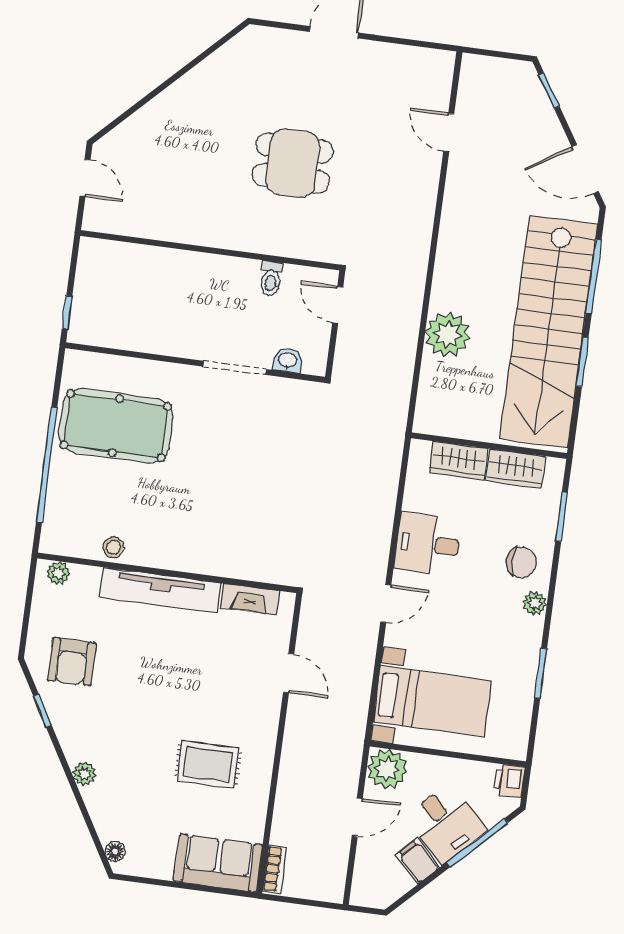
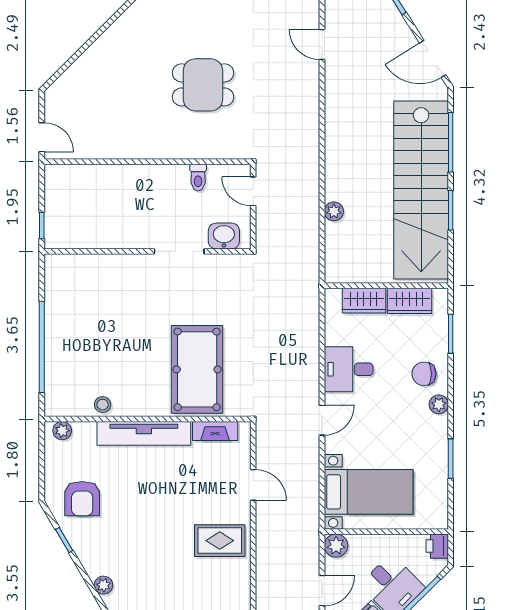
door: (85, 178) -> (42, 137), moved
plant: (447, 335) -> (334, 211), width x0.53, depth x0.53
washbasin: (288, 360) -> (224, 236), width x1.38, depth x1.45
pool table: (116, 426) -> (197, 369), moved, turned 90
chair: (521, 562) -> (424, 374), turned 180
rug: (208, 764) -> (220, 541), moved
plant: (387, 769) -> (336, 546), width x0.73, depth x0.73

